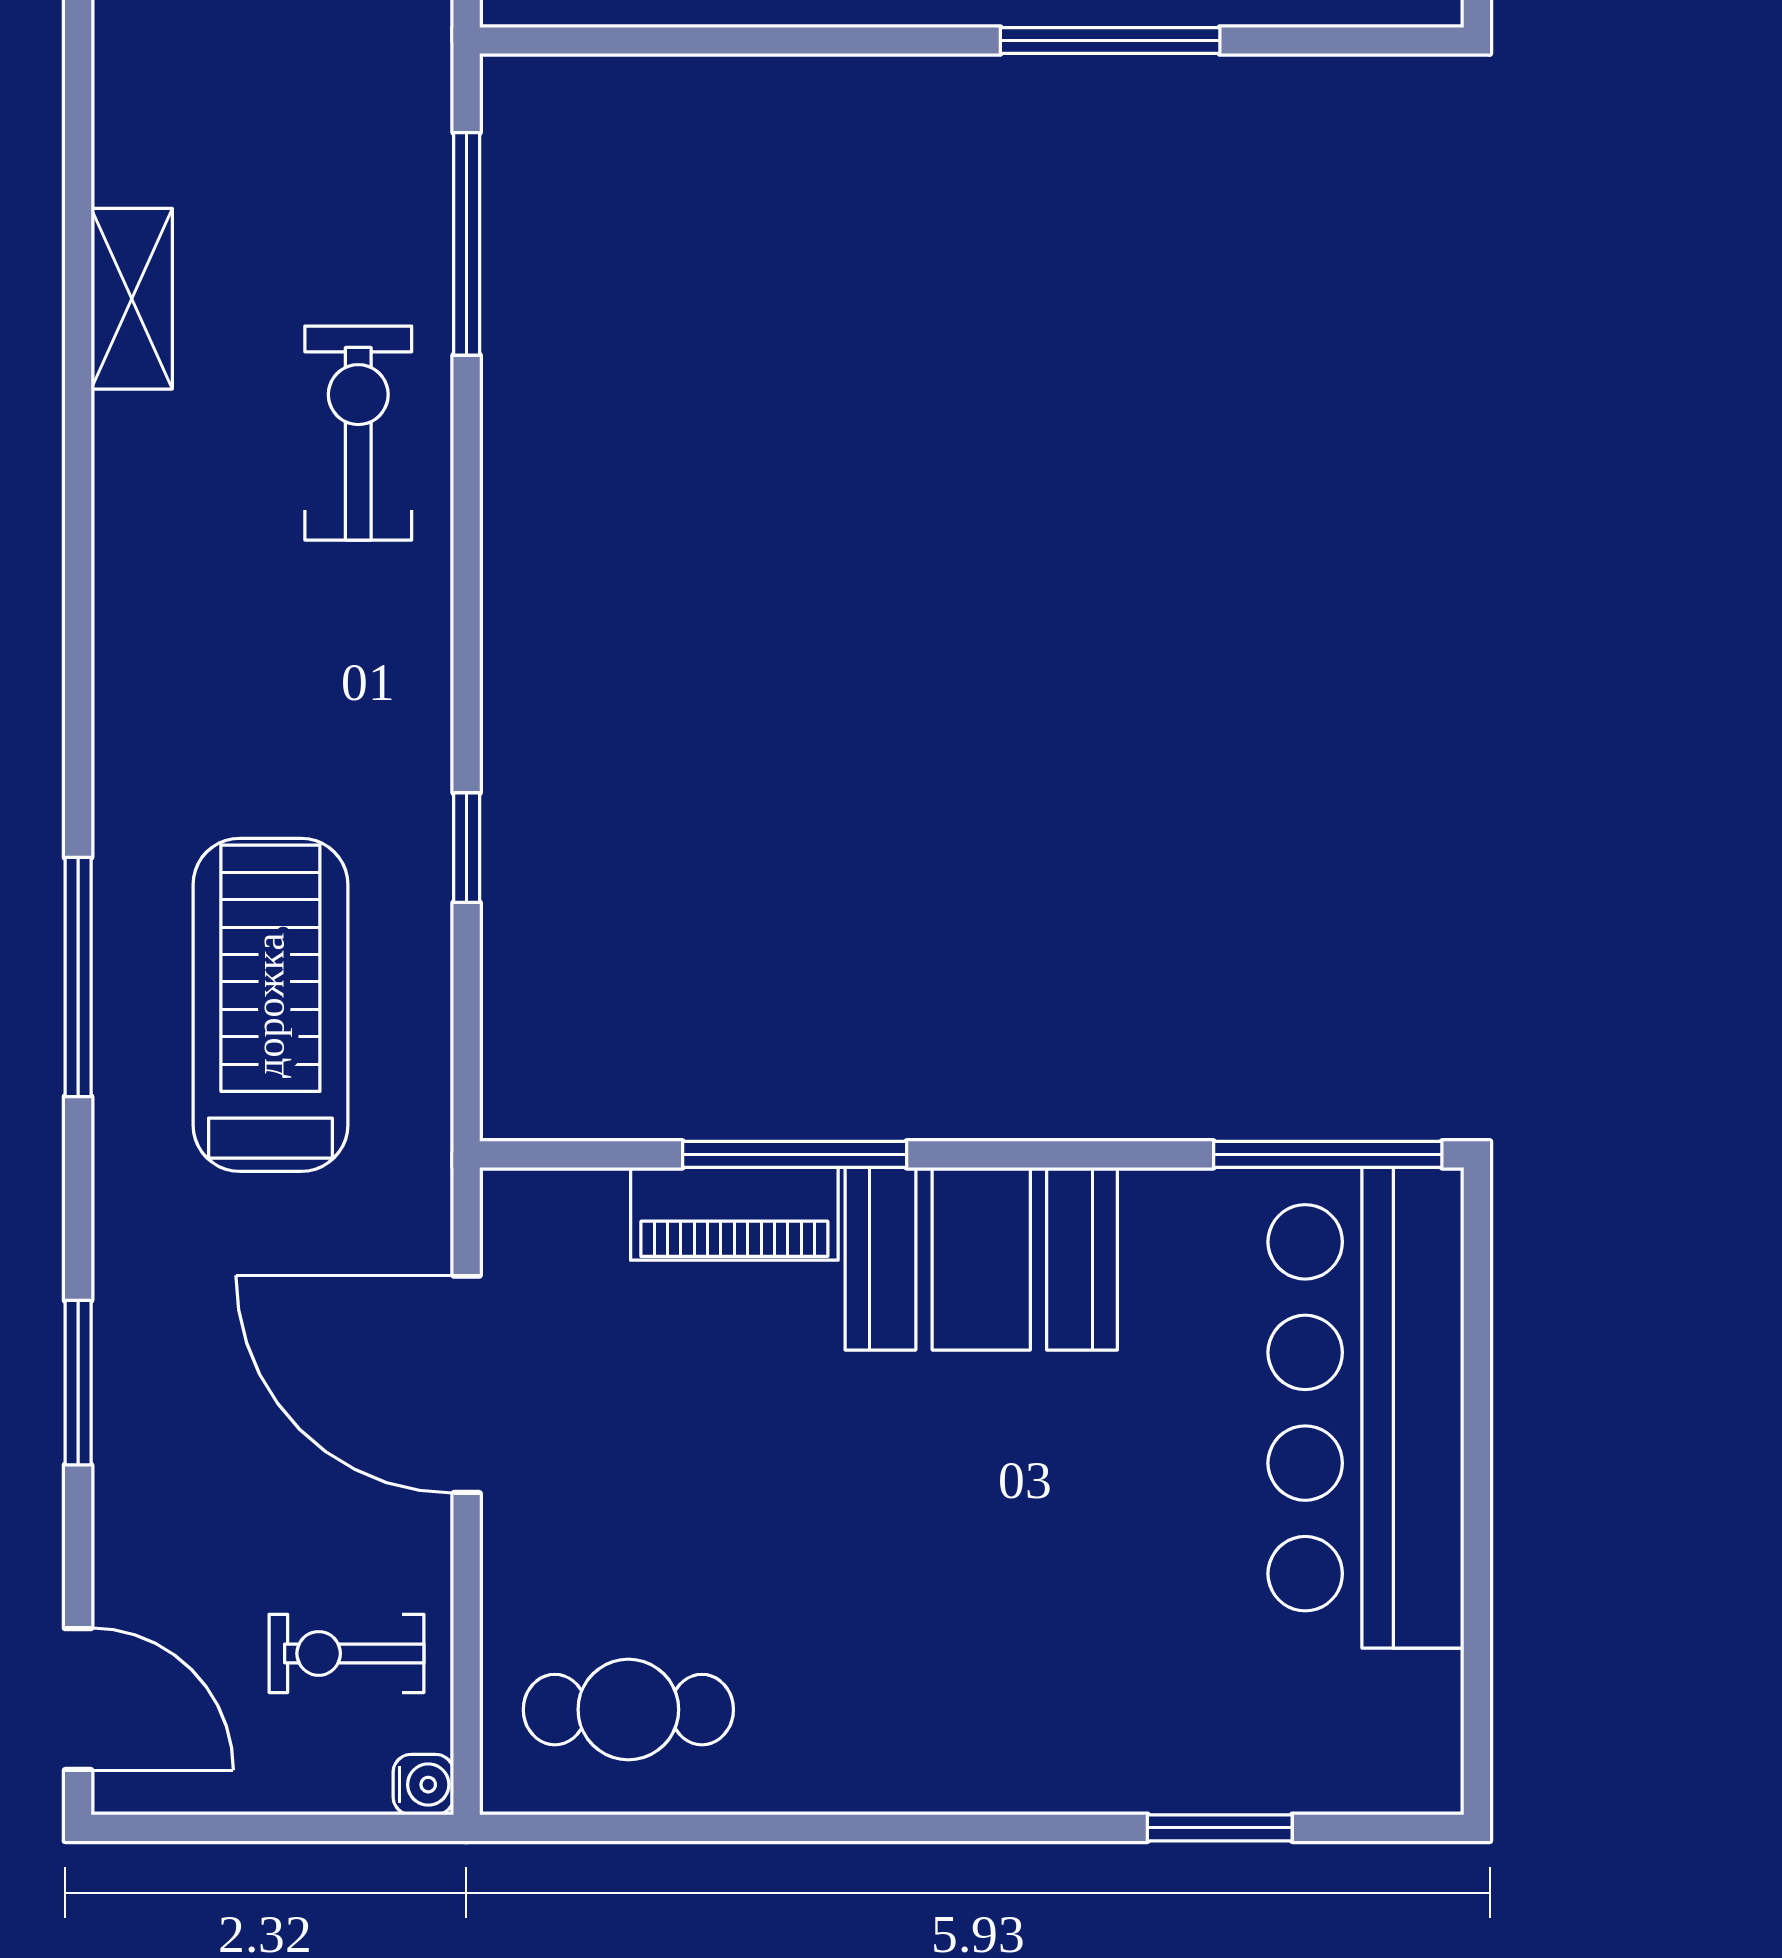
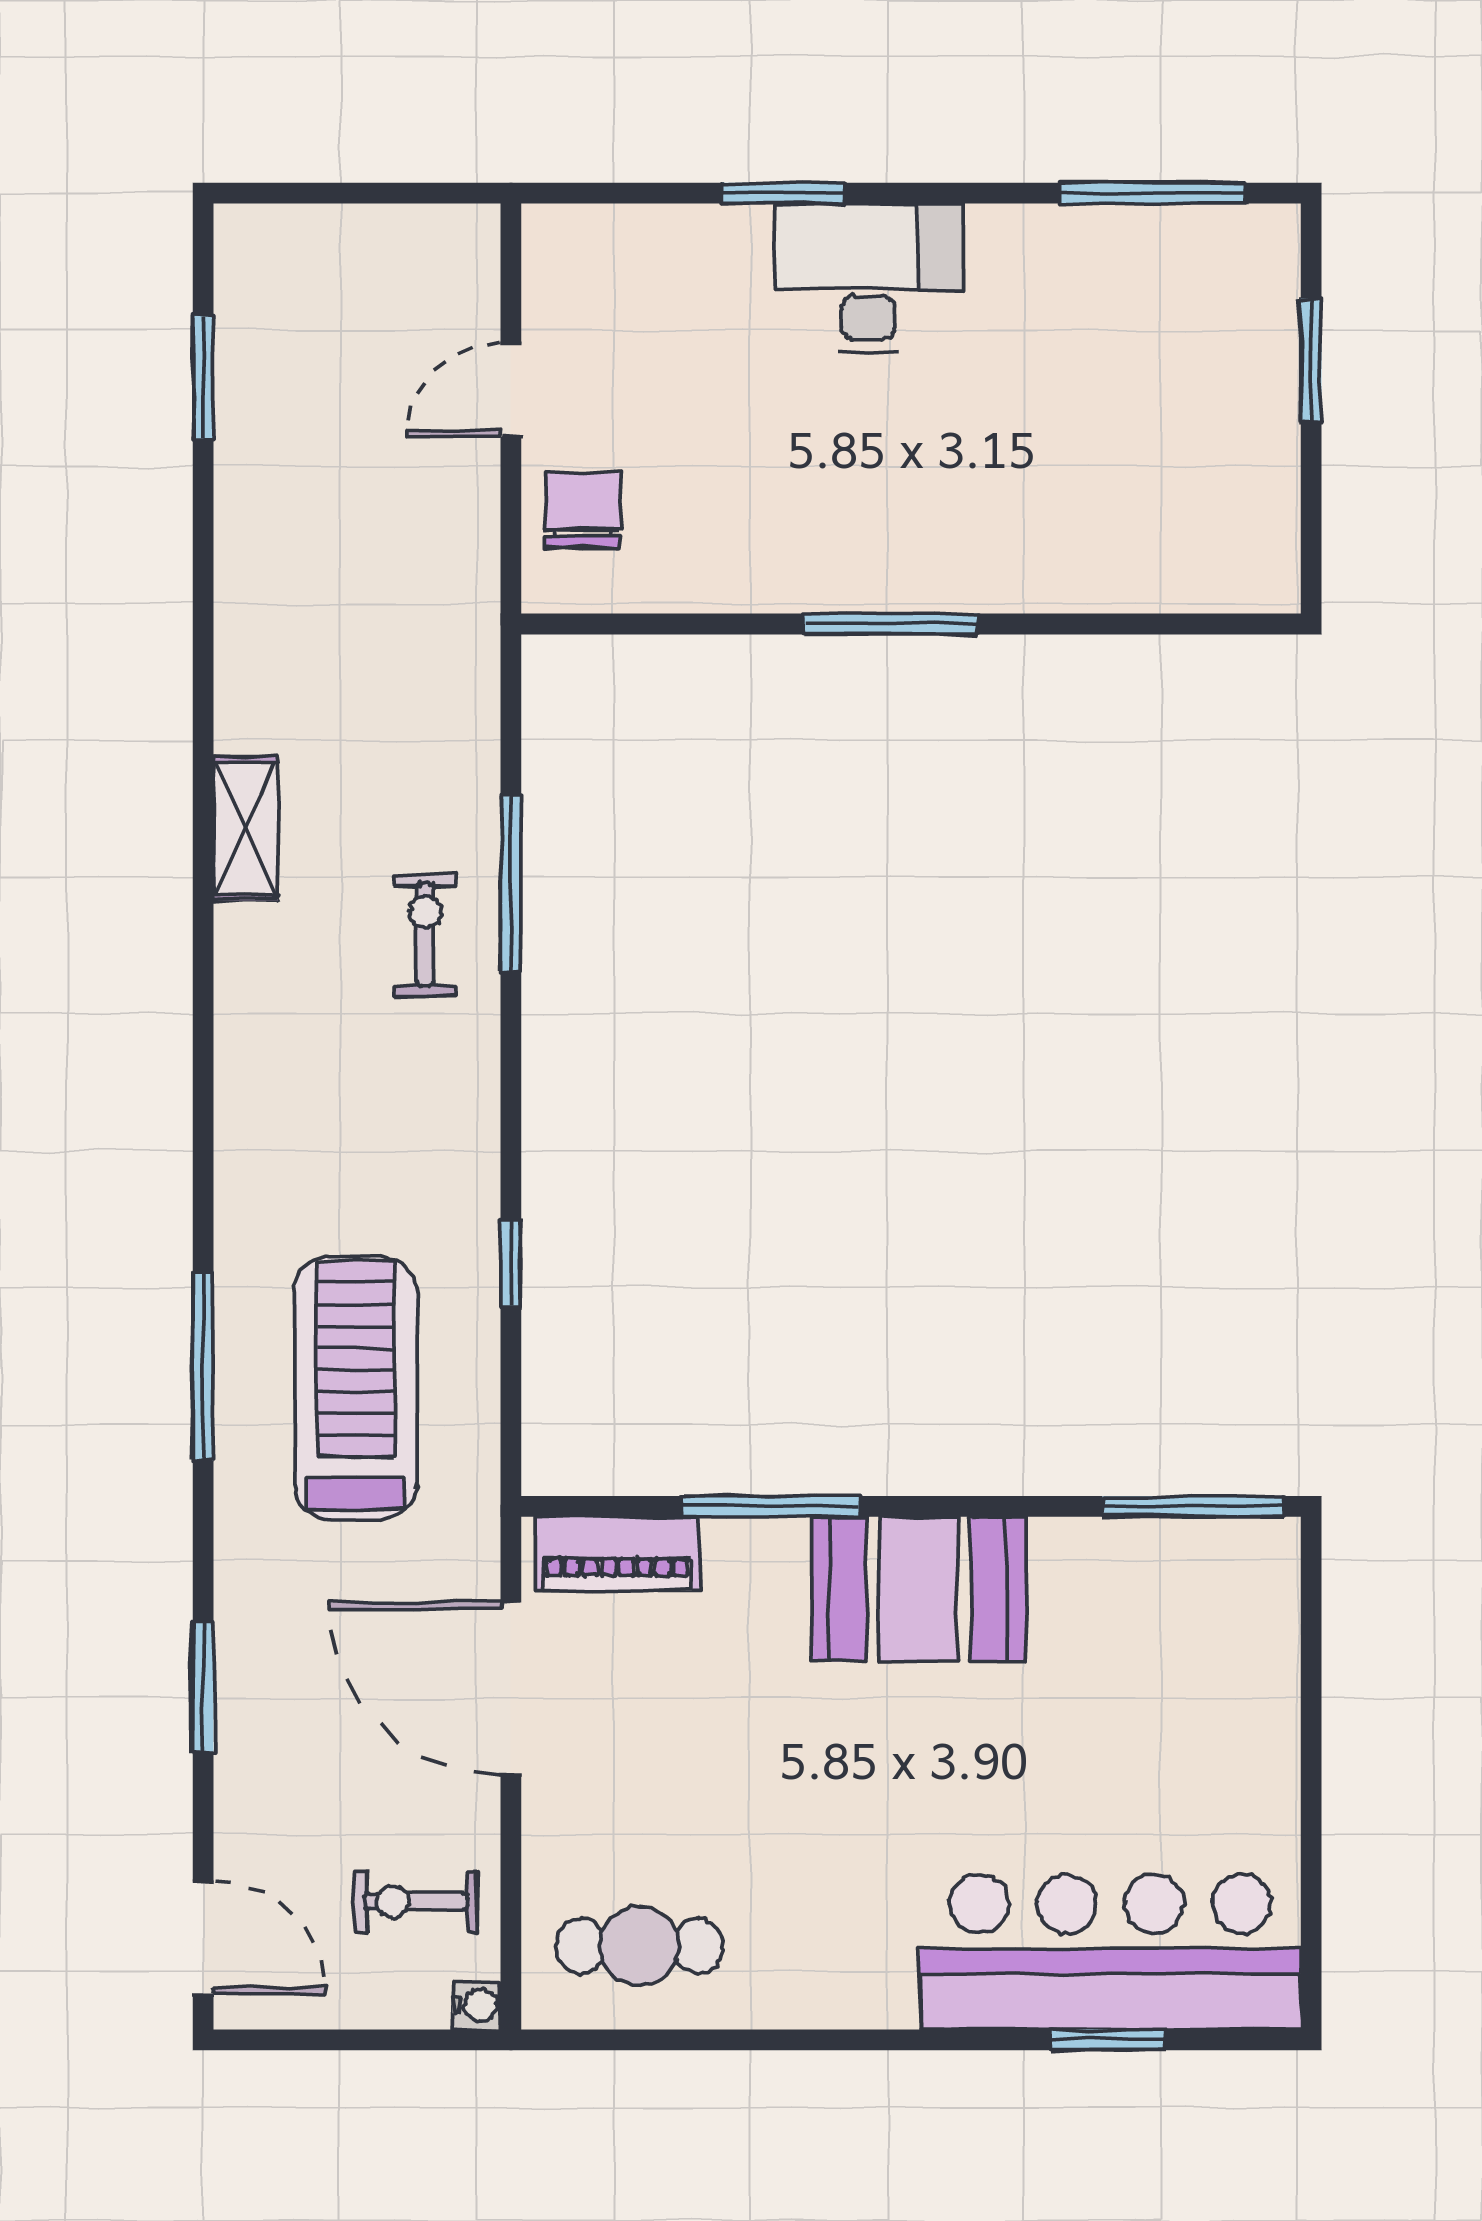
window: (1110, 41) -> (890, 624), moved
window: (467, 244) -> (511, 883), moved
exercise bike: (358, 433) -> (425, 935), width x0.73, depth x0.72
piano: (734, 1214) -> (617, 1553), moved
bar counter: (1366, 1408) -> (1110, 1952), moved, turned 90

